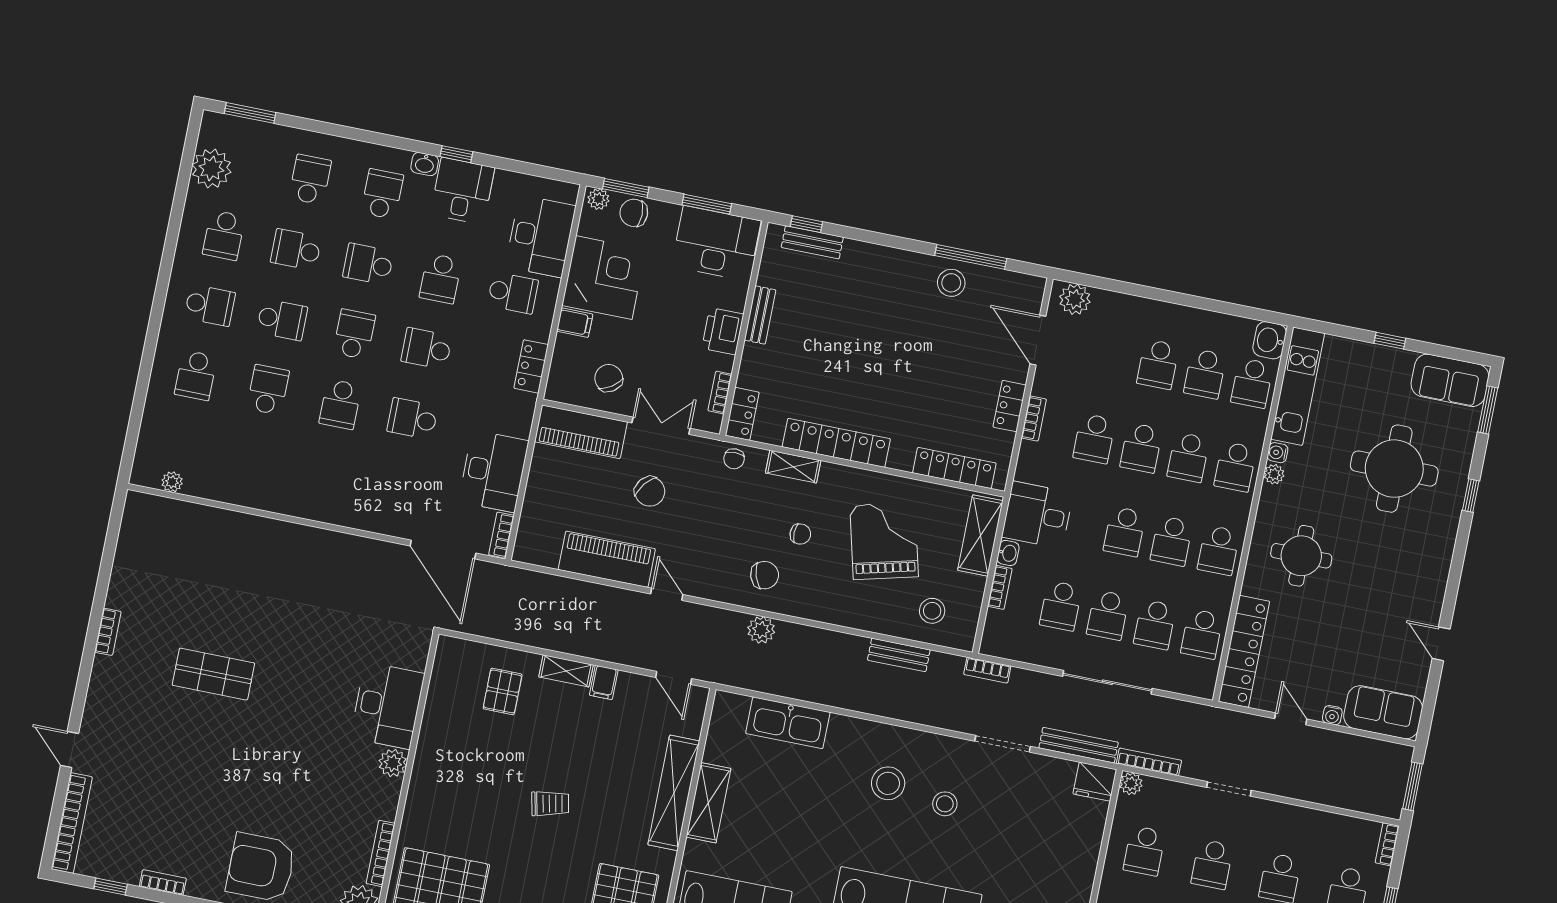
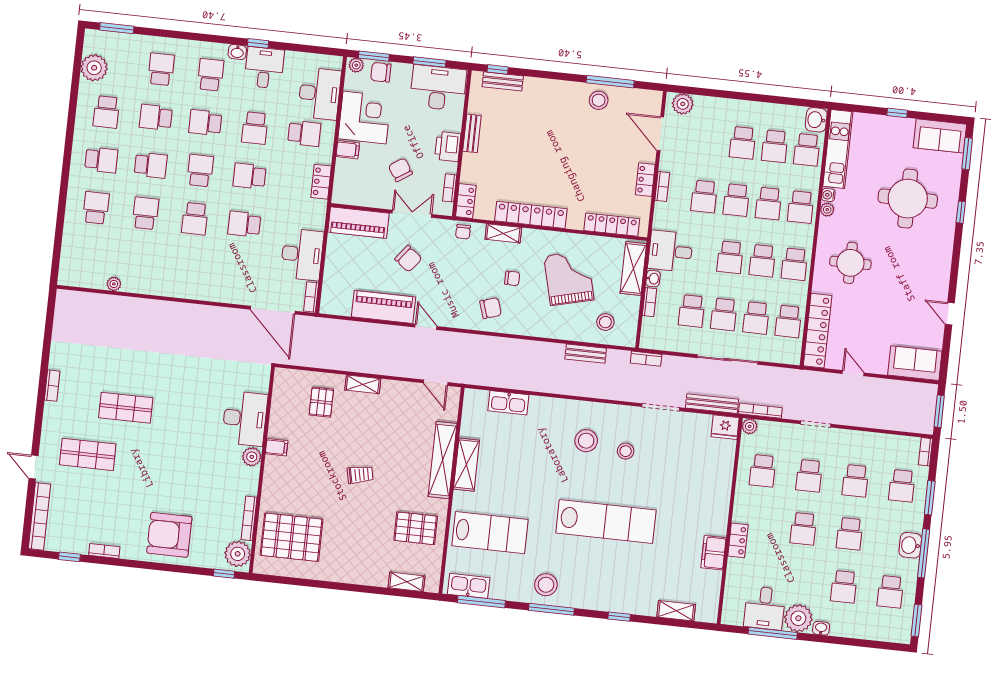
school desk: (196, 375) -> (96, 208), turned 180
chair: (609, 378) -> (400, 170), moved
plant: (172, 482) -> (114, 284), moved
plant: (761, 630) -> (492, 345), removed
filing cabinet: (604, 682) -> (277, 447), moved, turned -90
water cooler: (1332, 715) -> (881, 368), removed
kitchen sink: (788, 723) -> (508, 403), width x0.73, depth x0.81
shop shelf: (151, 738) -> (88, 454), added

